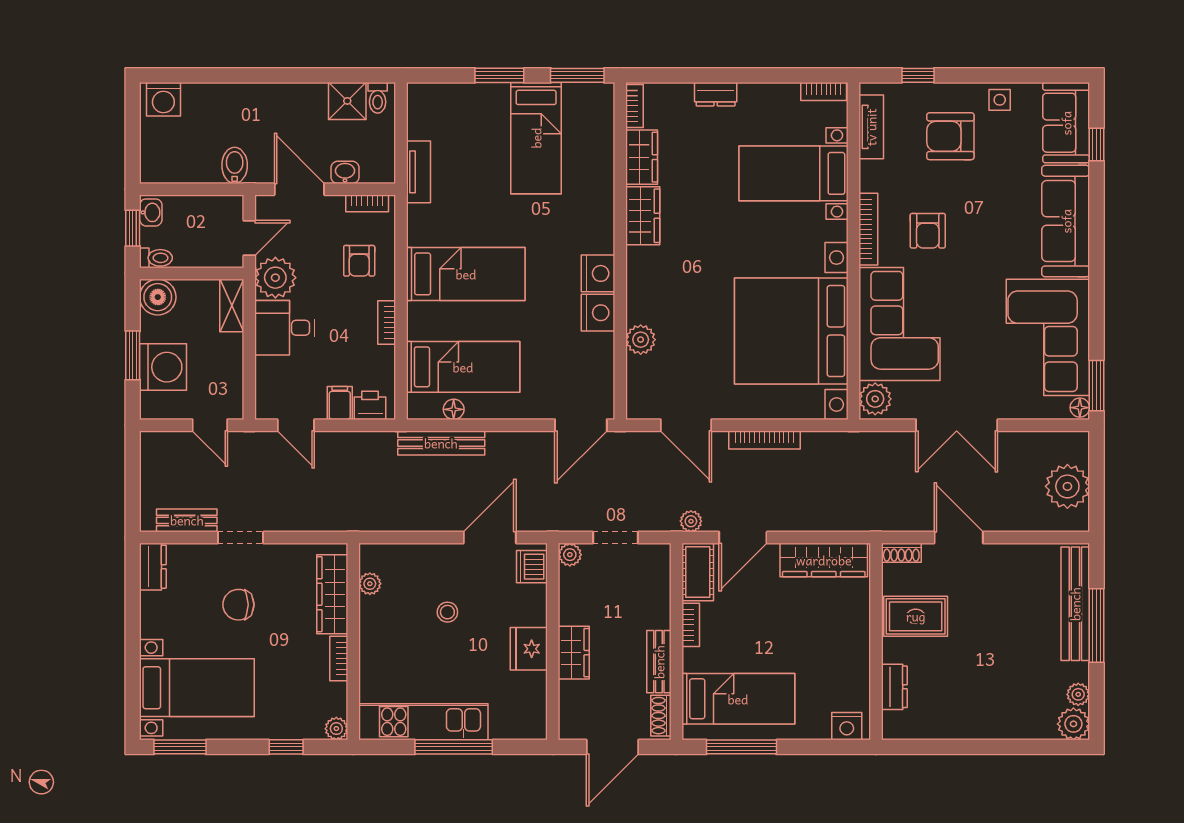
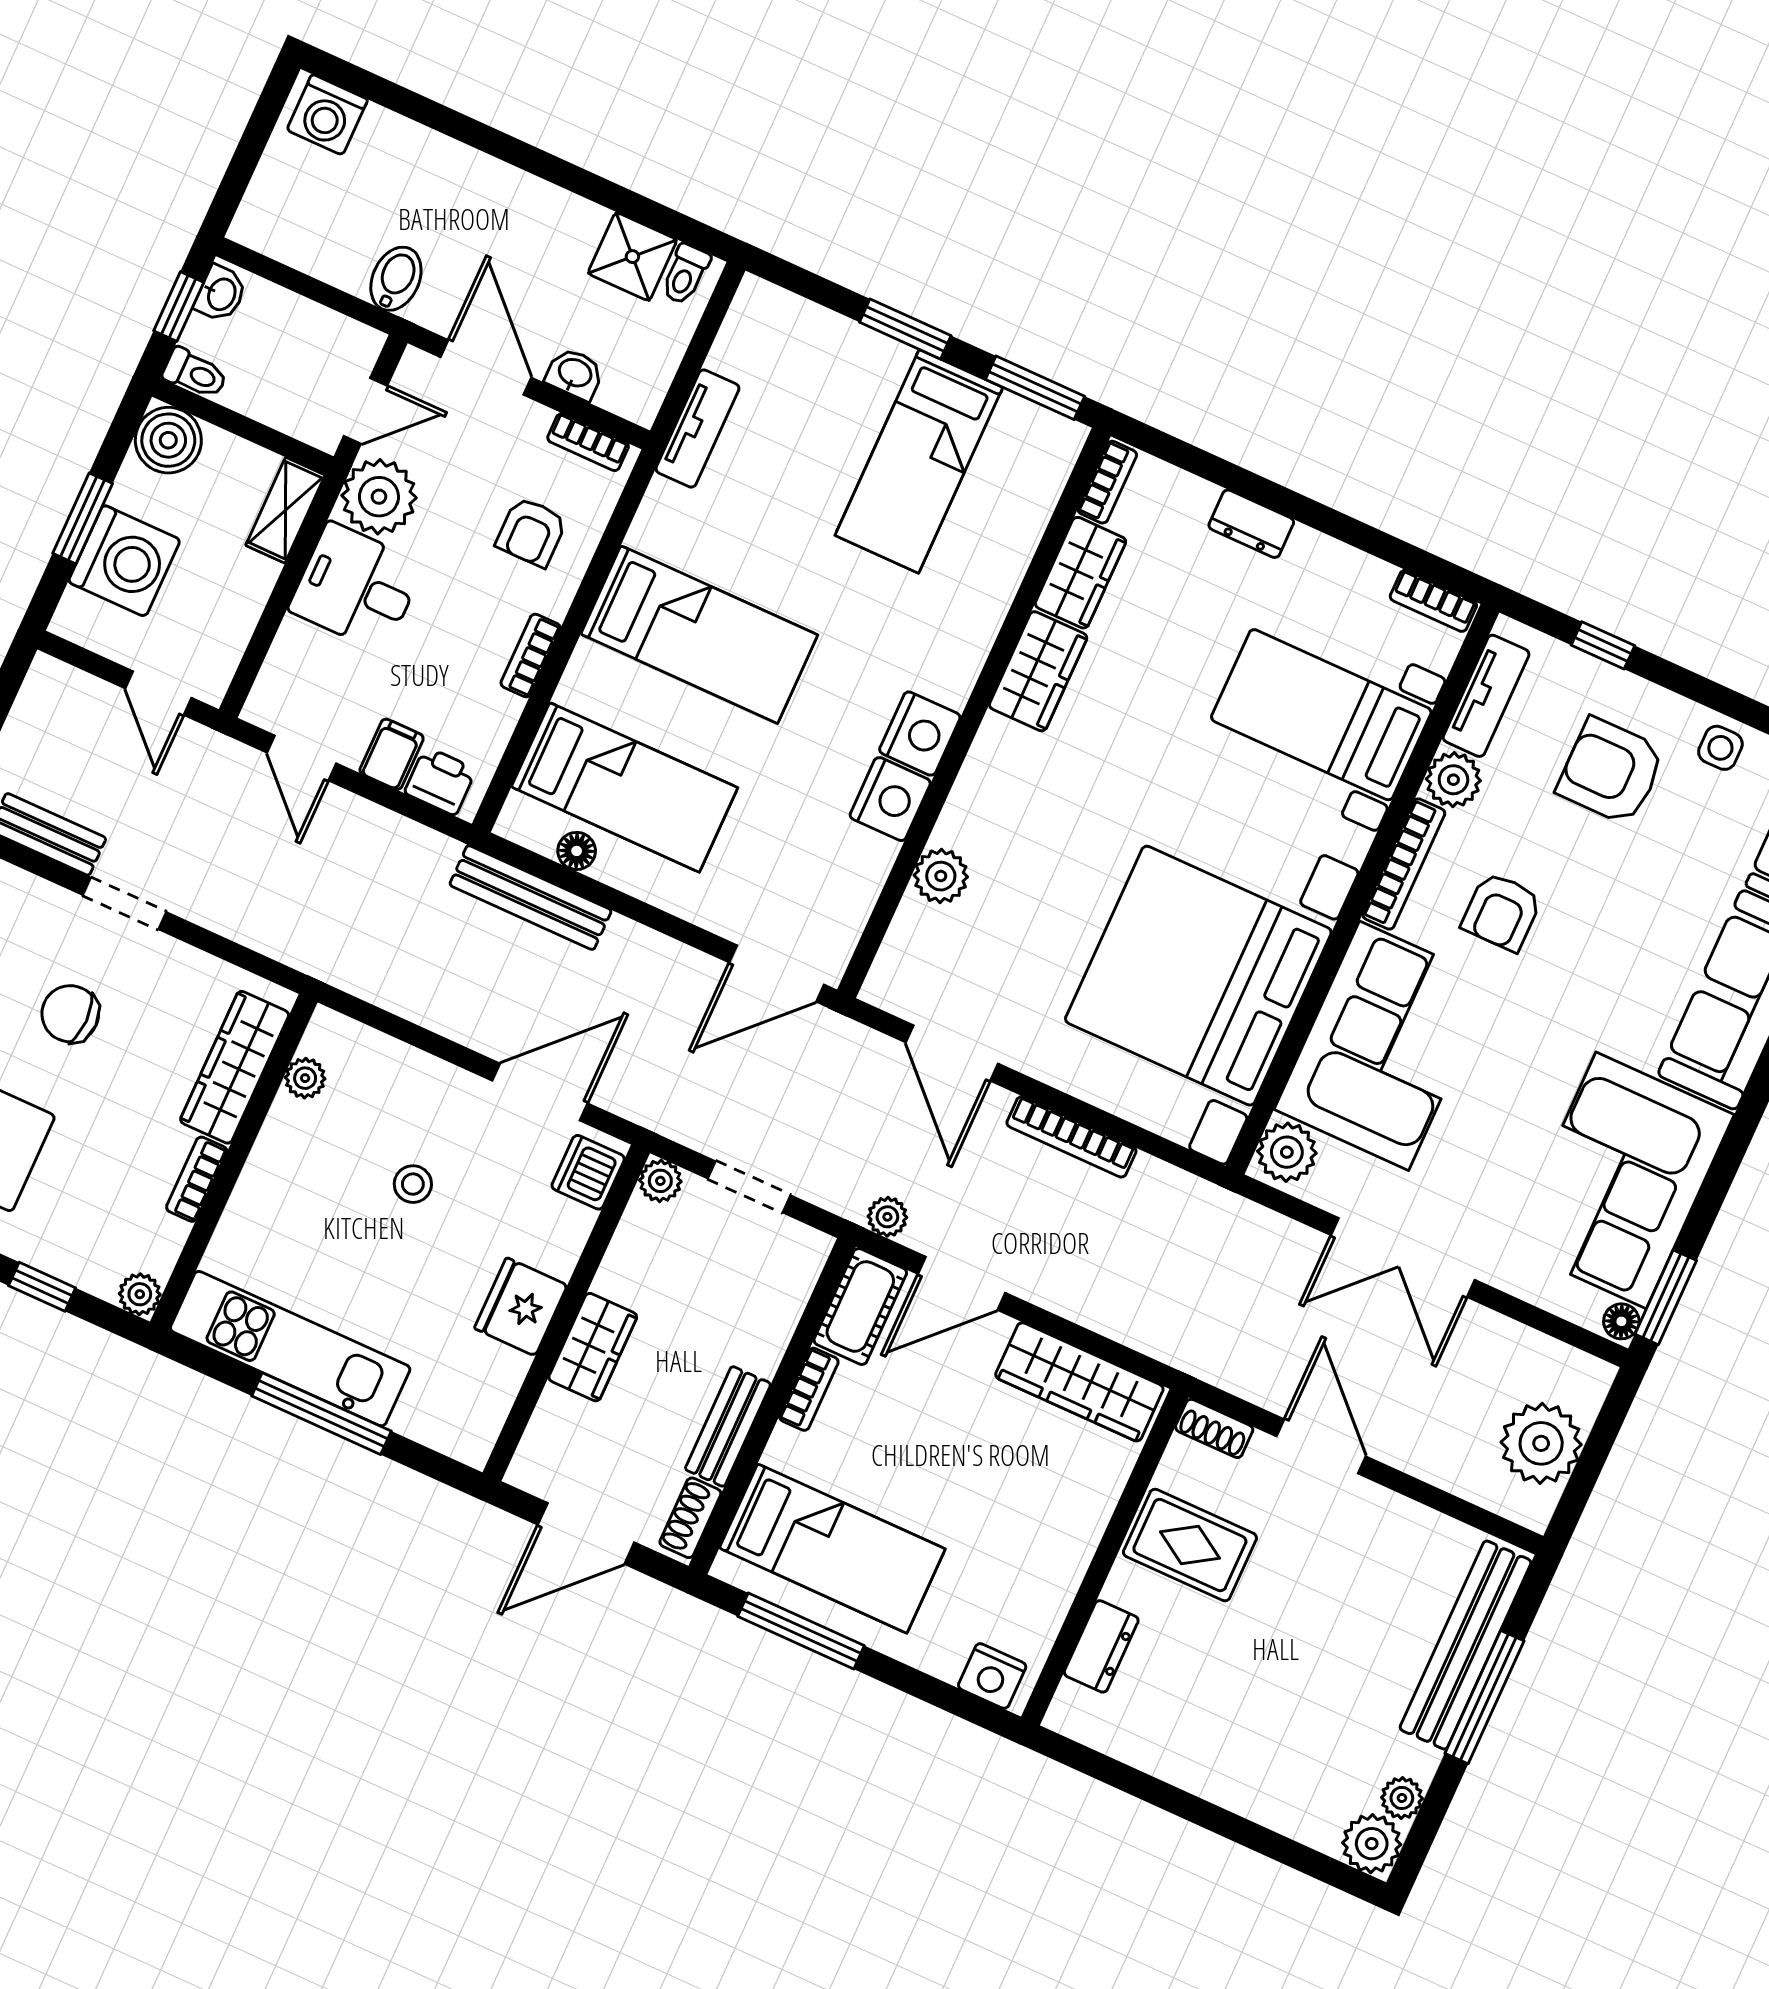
plant: (874, 176) -> (1453, 780), added

